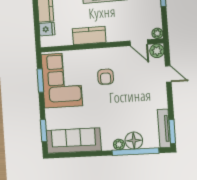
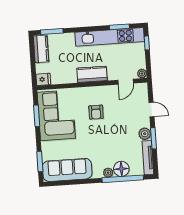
fridge: (47, 29) -> (43, 79), moved
kitchen counter: (89, 36) -> (92, 74), moved
door: (139, 43) -> (126, 82), hinge flipped
plant: (157, 51) -> (145, 134), moved
window: (172, 132) -> (153, 138), moved

